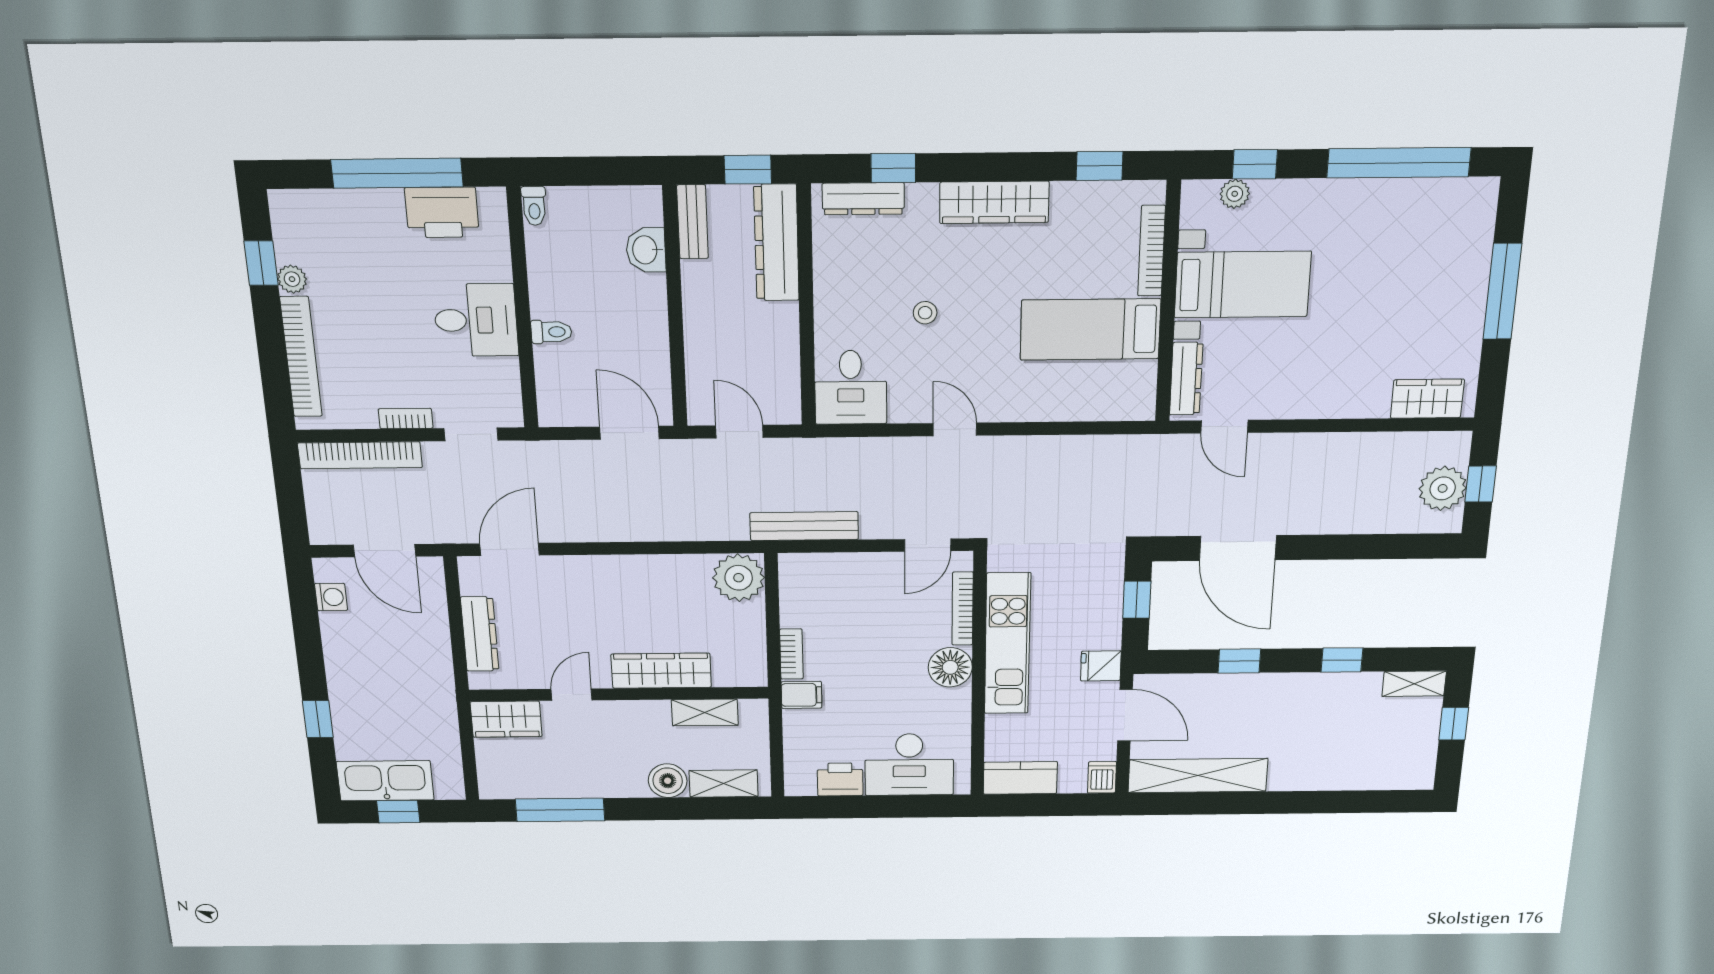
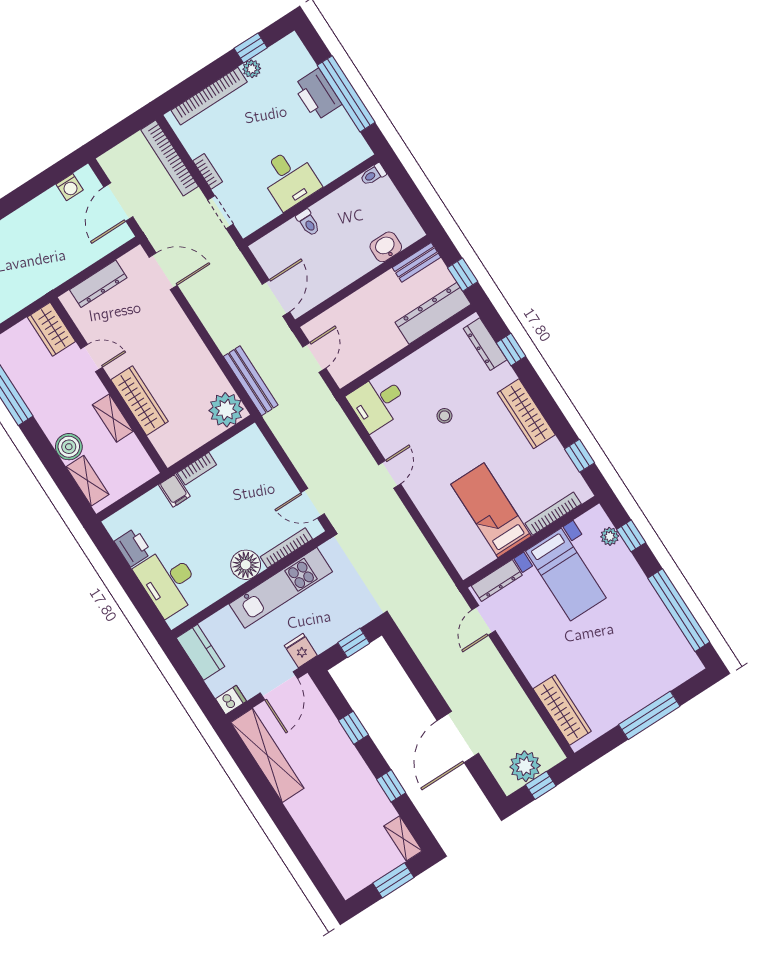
printer: (442, 212) -> (317, 95), moved
wardrobe: (1427, 399) -> (562, 710), width x1.50
bench: (804, 526) -> (251, 381), moved
door: (1238, 548) -> (458, 737), moved
shelving: (705, 712) -> (113, 418), moved
window: (1454, 724) -> (393, 880), width x1.50

